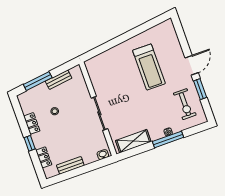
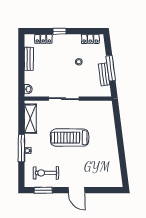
treadmill: (149, 67) -> (70, 138), moved
window: (38, 81) -> (111, 68), moved
window: (200, 89) -> (43, 190), moved
locker: (32, 123) -> (90, 39), moved

